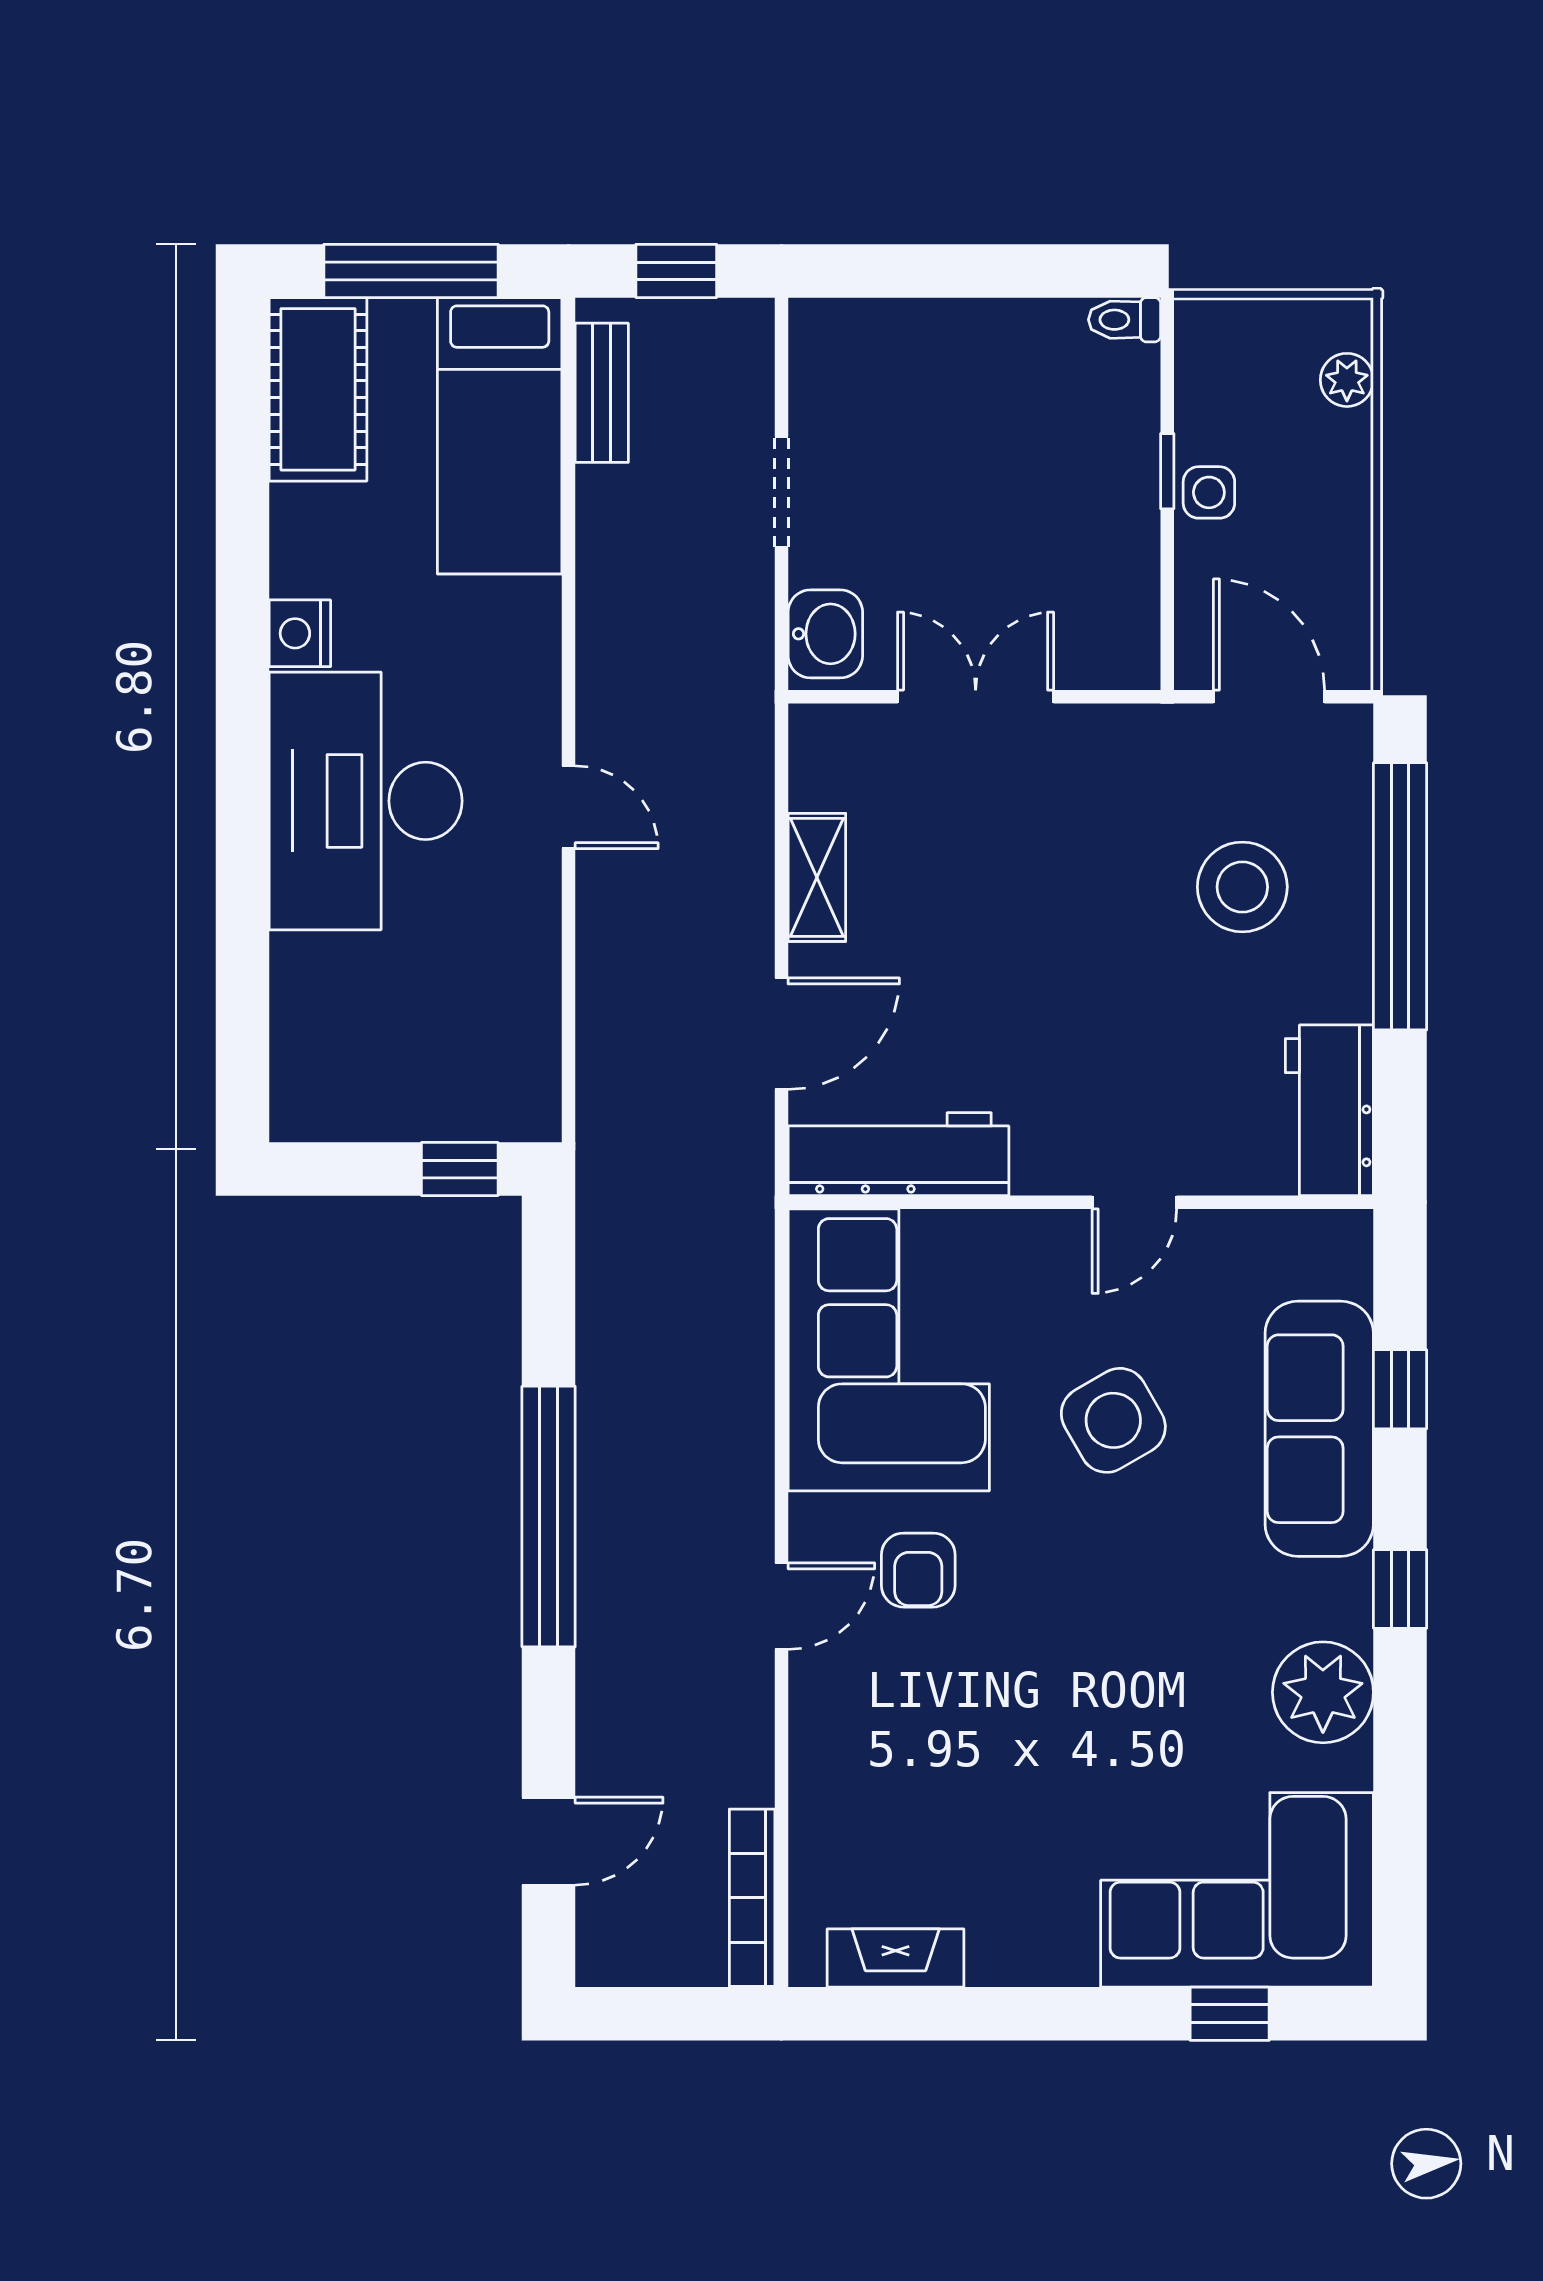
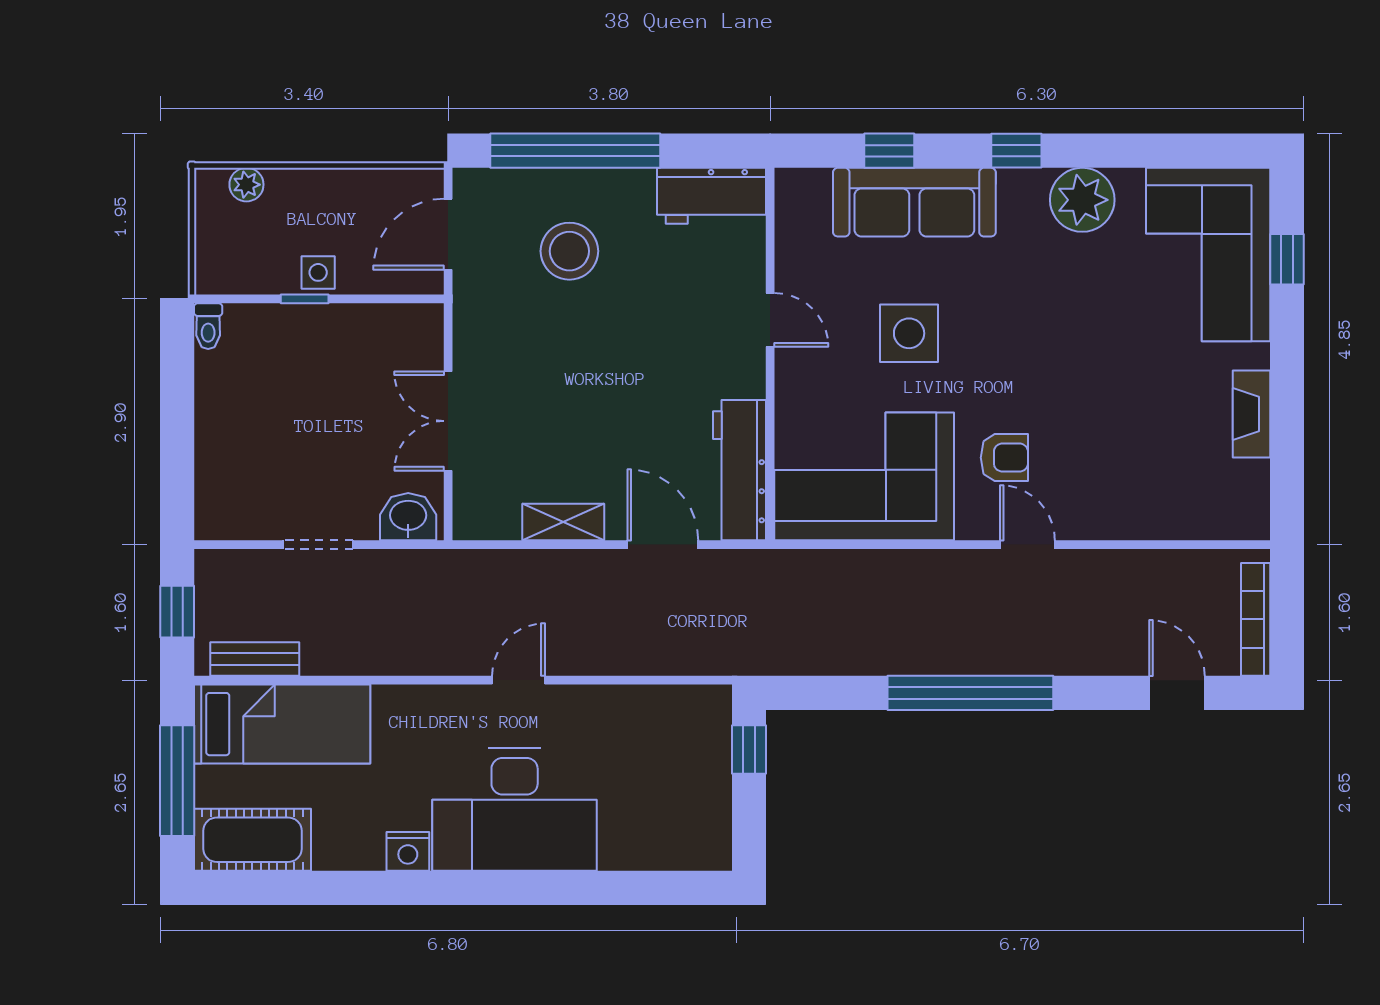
side table: (1113, 1420) -> (909, 333), turned 30
bookcase: (752, 1898) -> (1256, 619), moved, turned 90
fireplace: (896, 1958) -> (1251, 414), moved

